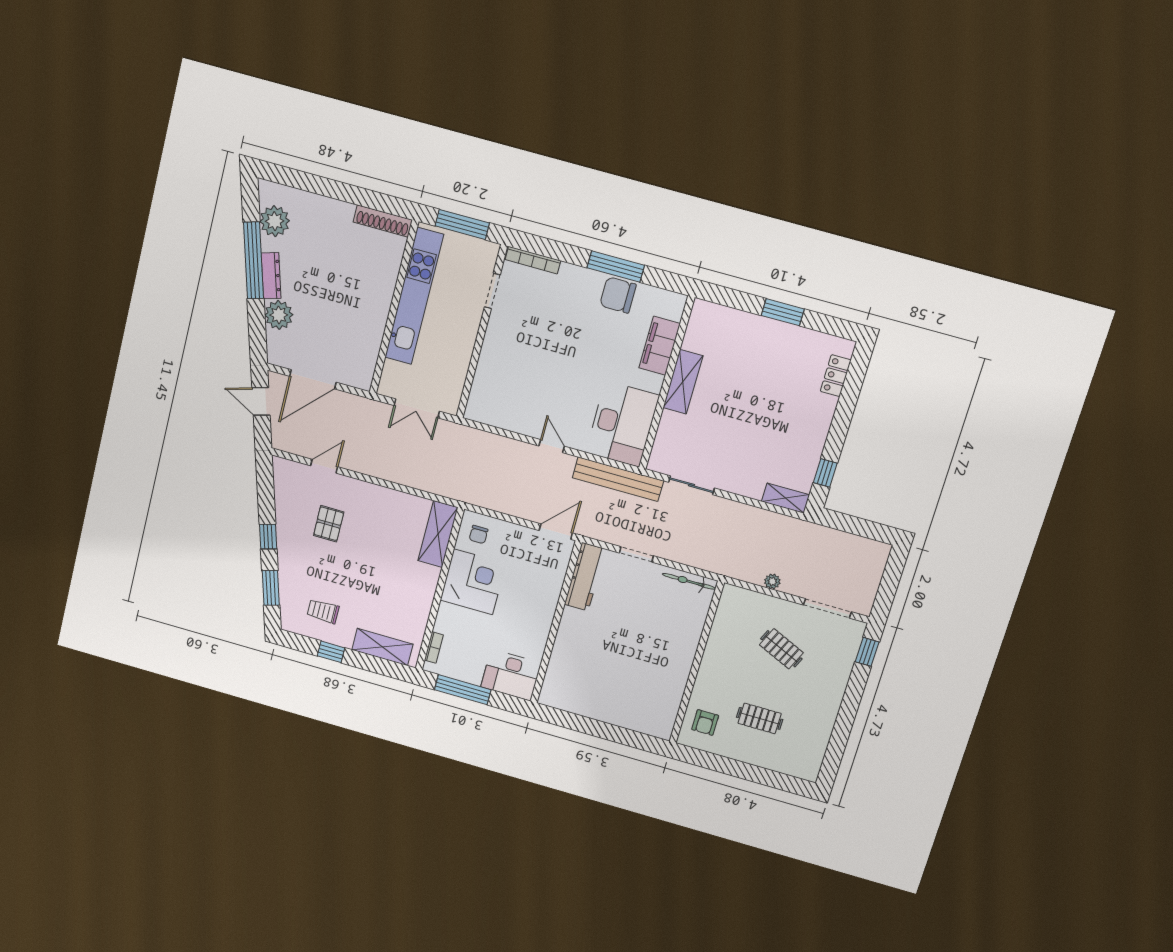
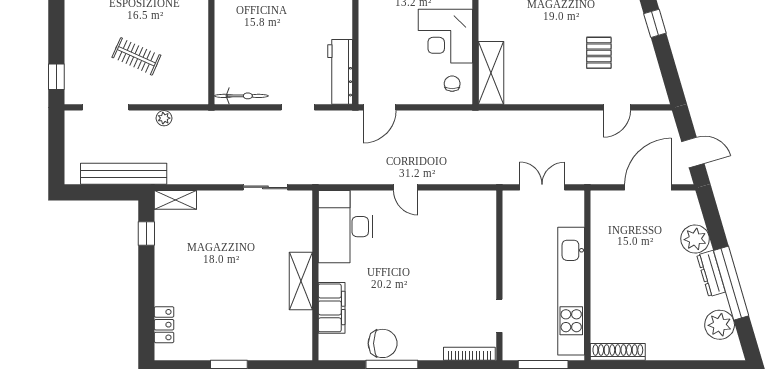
bench: (618, 479) -> (124, 174), moved

